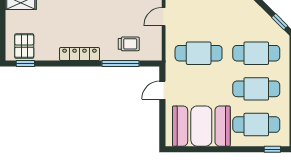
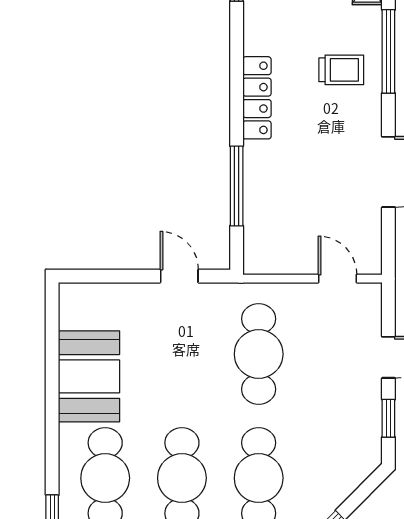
trolley: (129, 44) -> (341, 70), moved, turned -90
booth: (201, 126) -> (89, 376), width x0.73, depth x0.70

